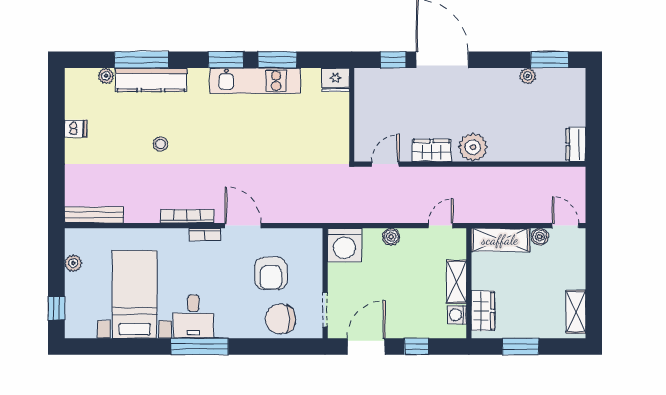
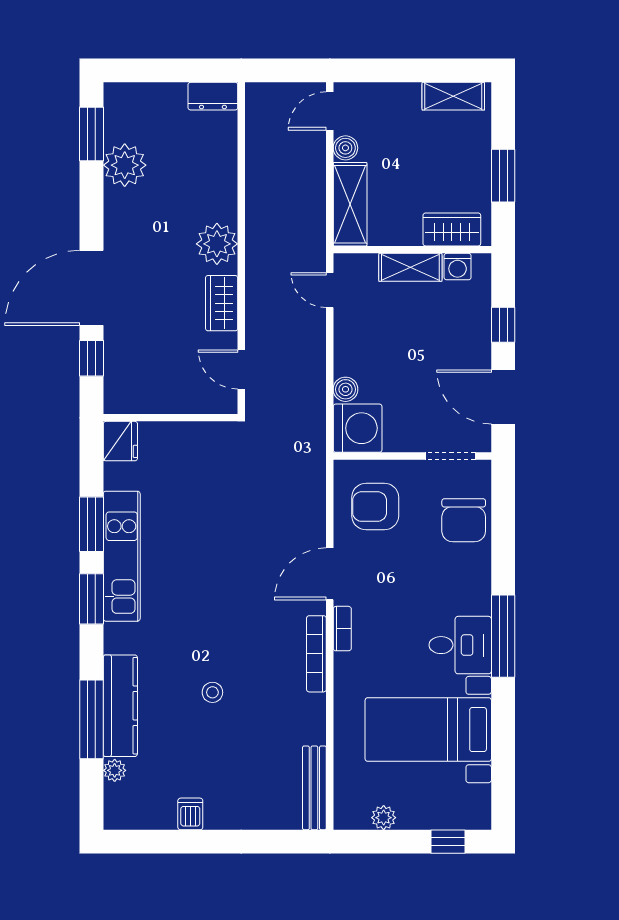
plant: (528, 76) -> (125, 165), width x1.87, depth x1.87
boiler: (391, 237) -> (346, 389), moved
armchair: (271, 273) -> (375, 507), moved, turned 180

